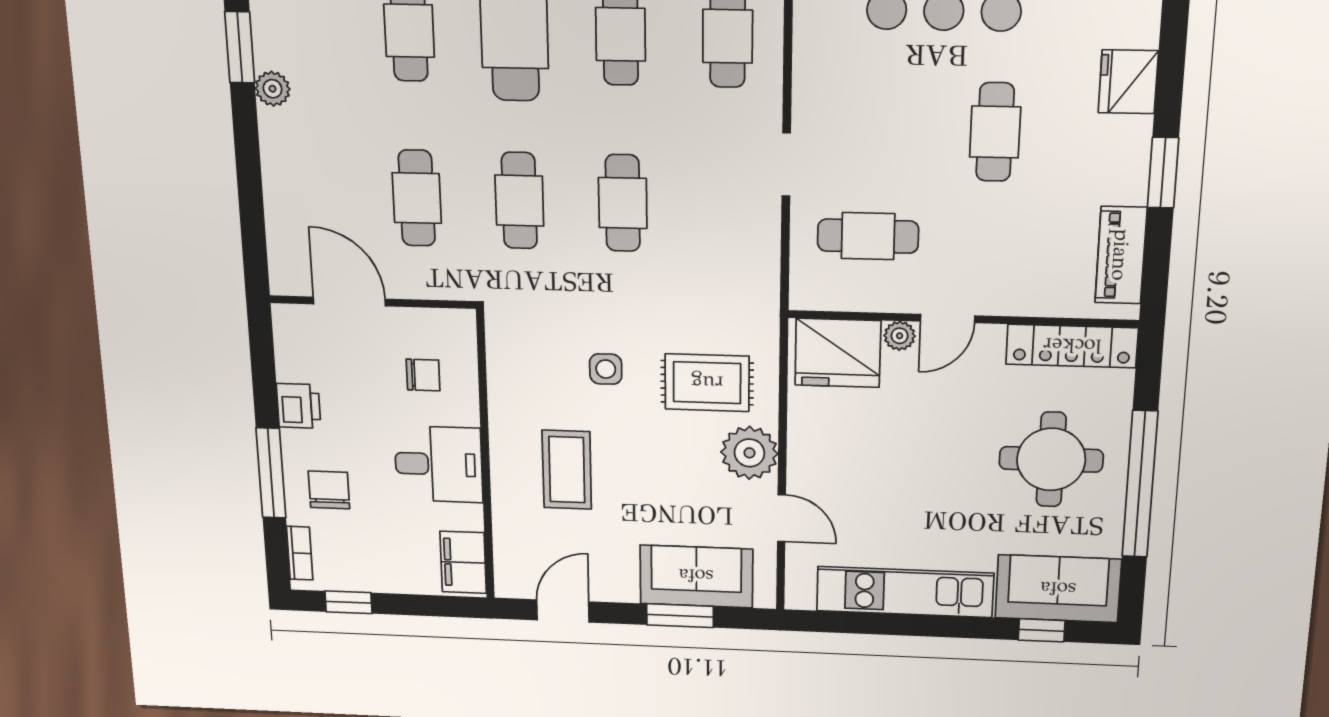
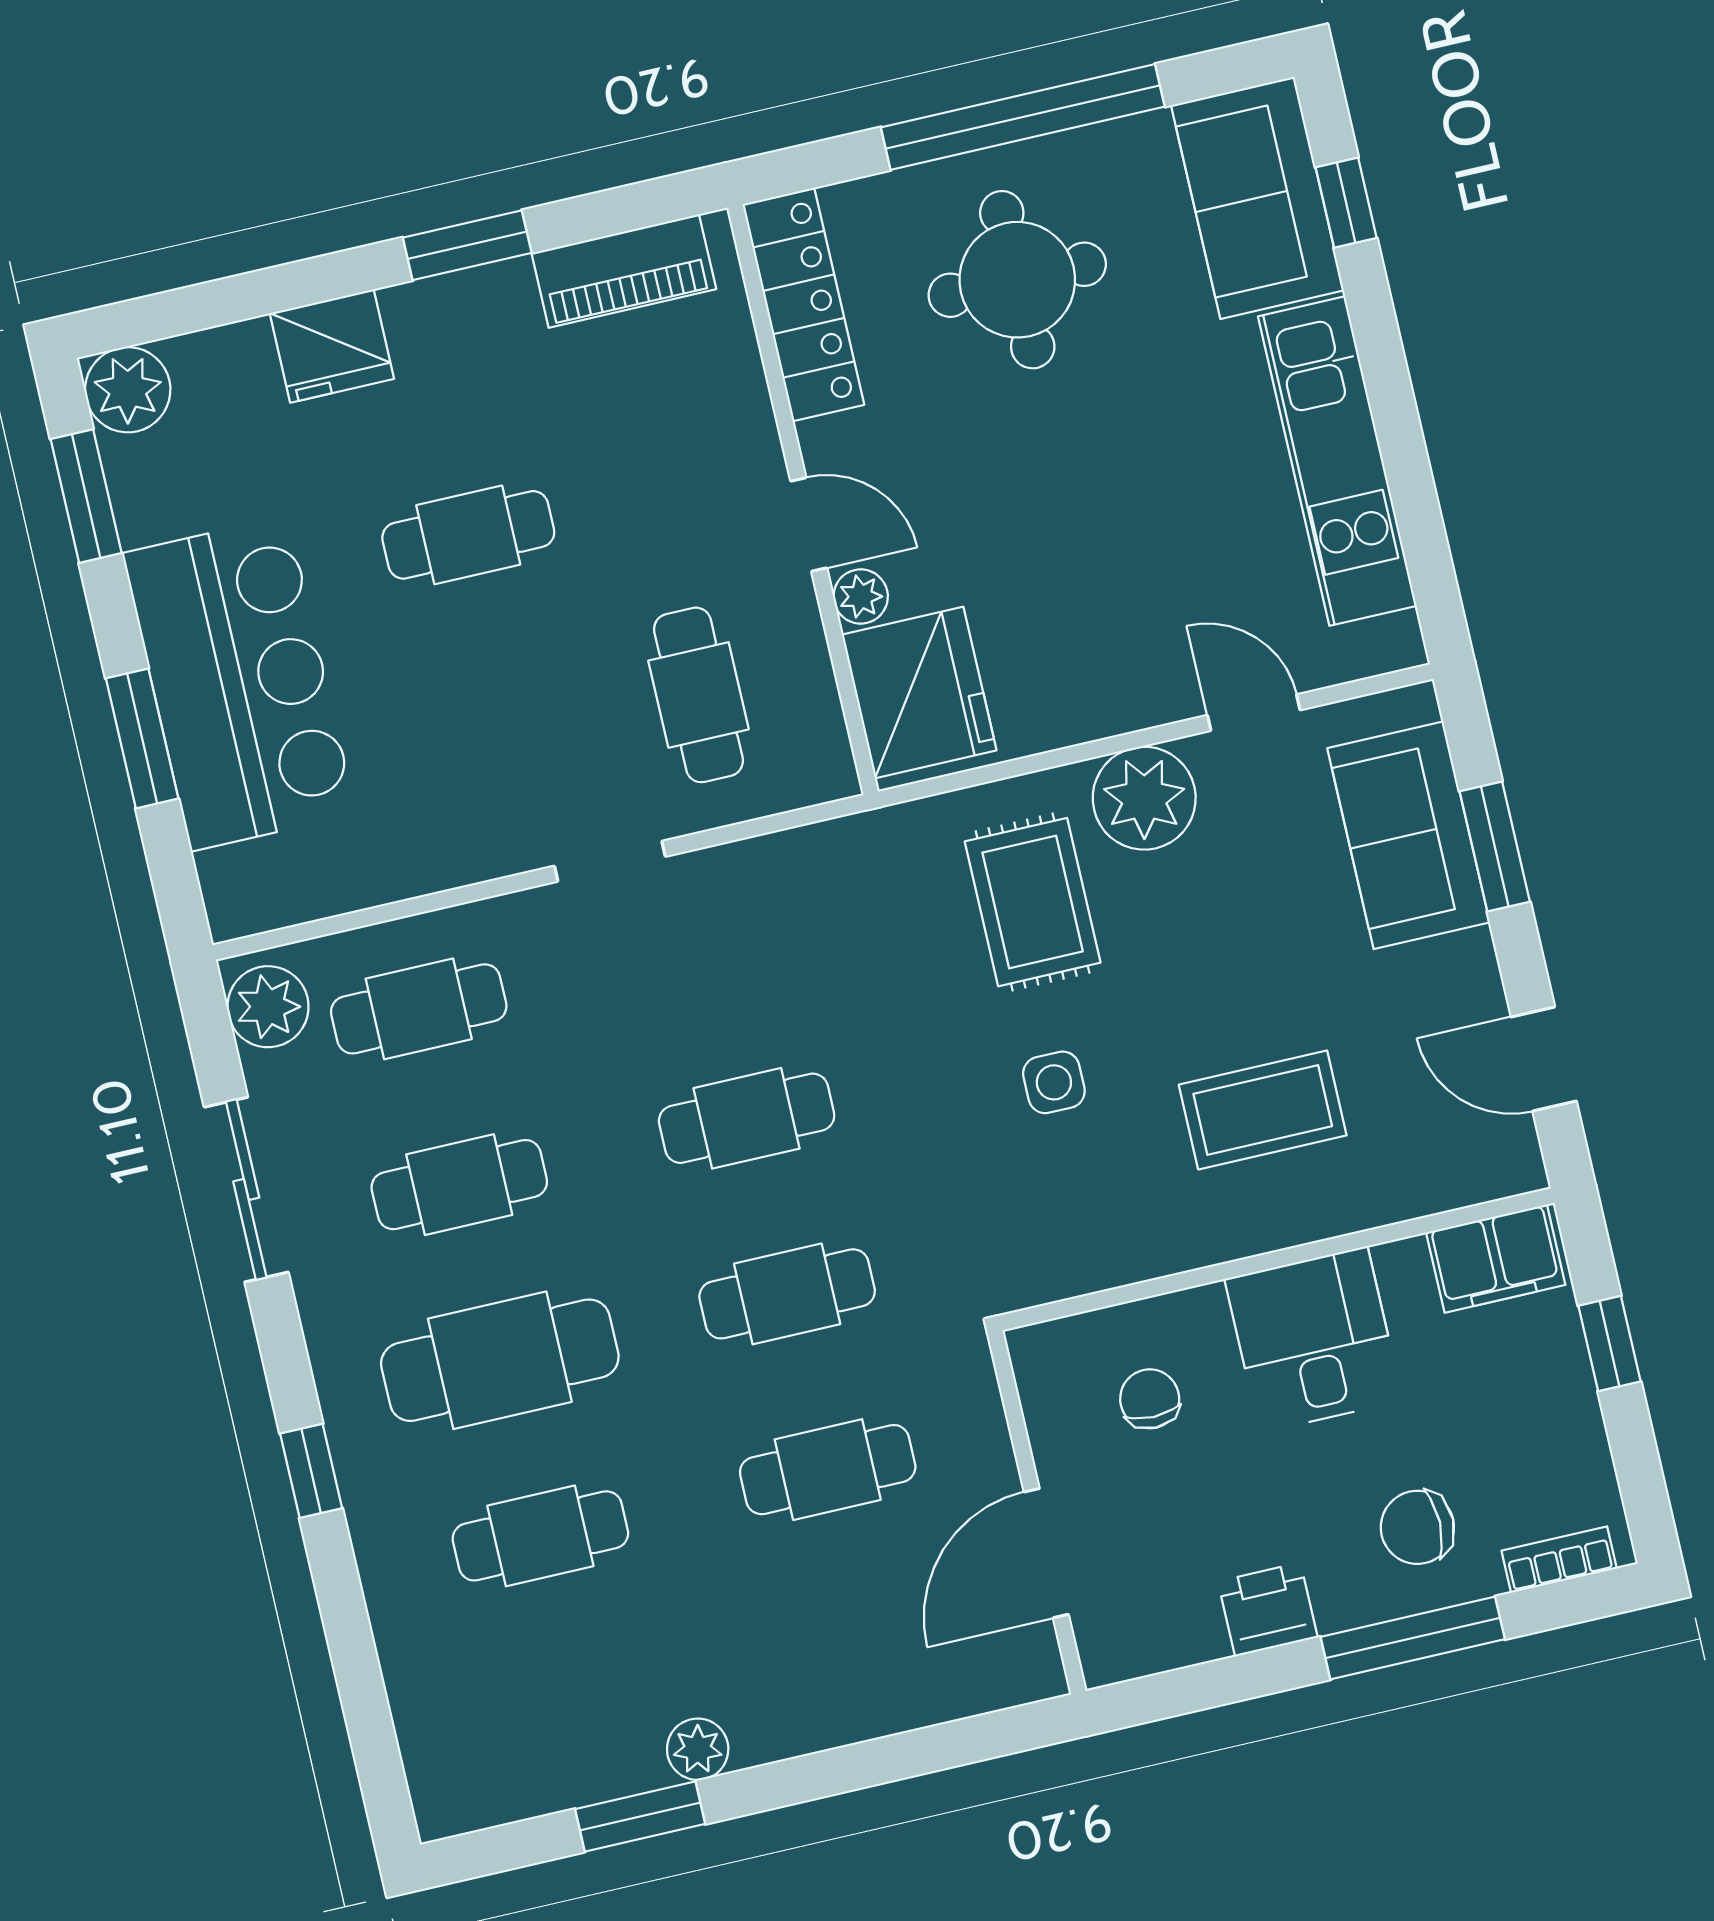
door: (781, 518) -> (1254, 713), hinge flipped
window: (349, 602) -> (1609, 1344), moved

